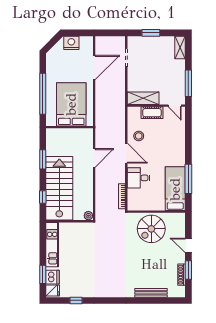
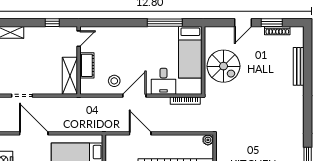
window: (188, 83) -> (52, 23), width x0.46
bed: (175, 189) -> (190, 52), moved, turned -90

